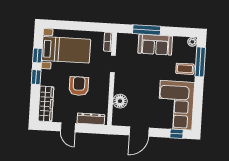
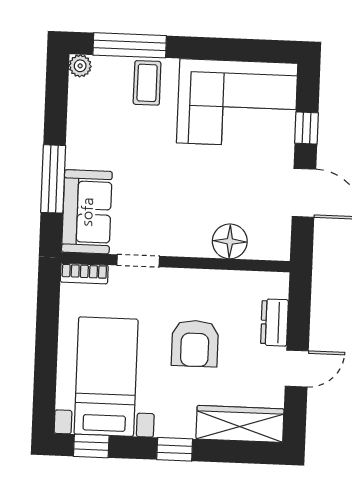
sofa: (155, 45) -> (87, 212), moved
window: (37, 55) -> (91, 446), moved
armchair: (79, 86) -> (195, 343), turned -90
dresser: (91, 119) -> (274, 322), width x0.70
window: (176, 134) -> (307, 128), moved

